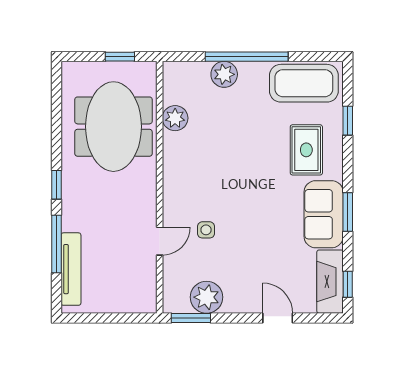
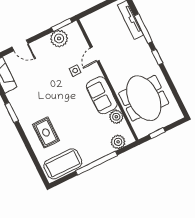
plant: (224, 74) -> (118, 142), moved
window: (348, 121) -> (33, 156), removed
sofa: (324, 214) -> (102, 95), moved, turned 180

